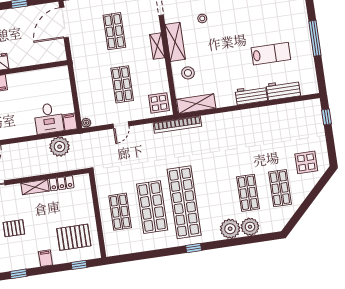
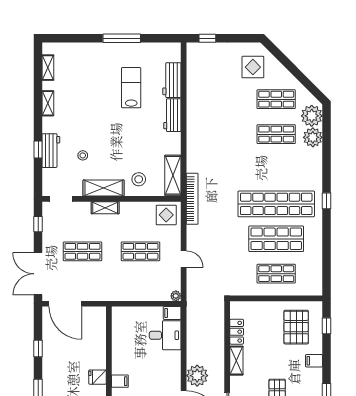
plant: (60, 147) -> (197, 376), moved
plant: (230, 229) -> (312, 116), moved

